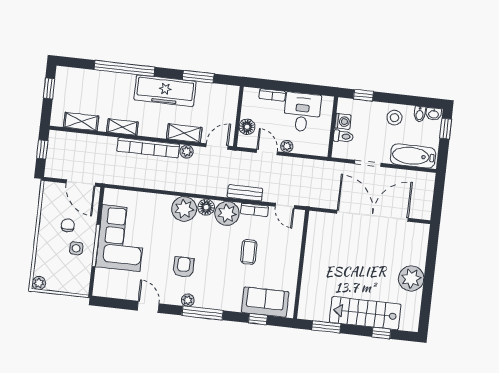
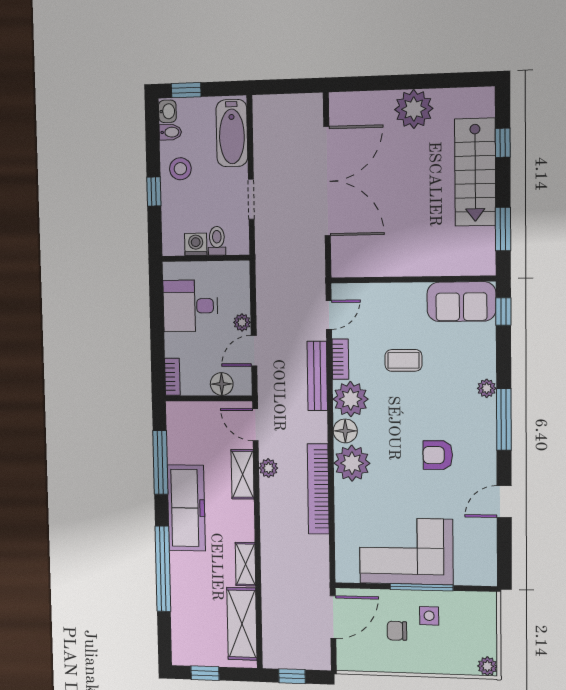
window: (198, 77) -> (160, 462), width x1.44
bookcase: (272, 95) -> (172, 377), moved
window: (363, 95) -> (154, 192), moved
shelving: (81, 122) -> (242, 624), width x1.50, depth x1.33
bookcase: (148, 148) -> (318, 489), moved, turned 180
bench: (245, 193) -> (317, 376), width x1.36
double door: (373, 216) -> (327, 181), swing flipped
plant: (188, 300) -> (487, 388), moved
sofa: (265, 302) -> (461, 302), moved, turned -90
window: (258, 319) -> (503, 311), moved

